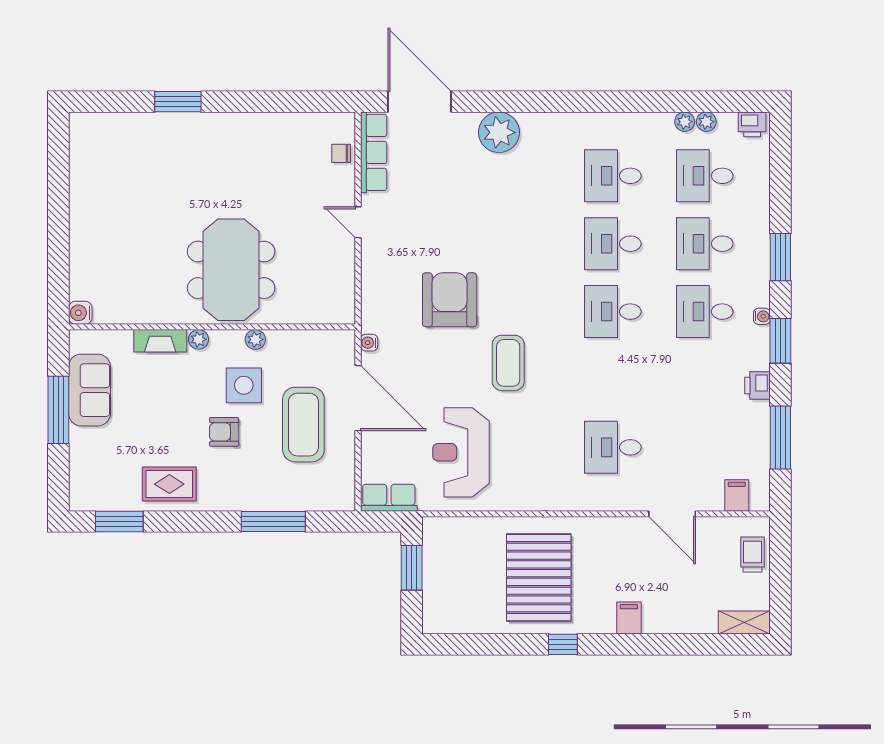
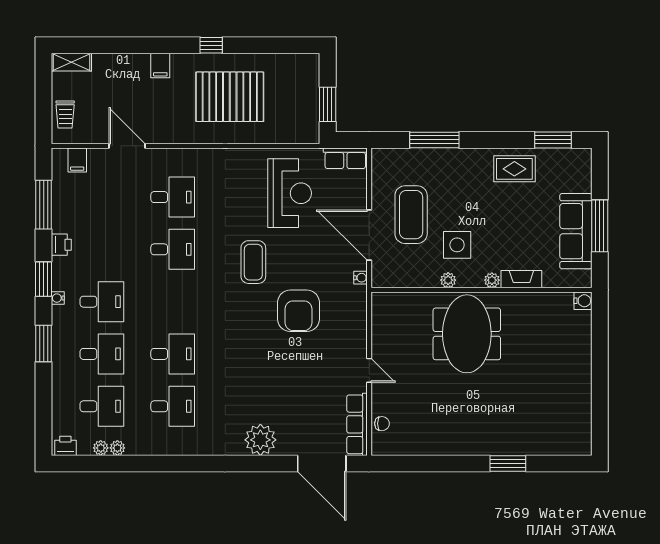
desk: (613, 312) -> (173, 249), moved
sofa: (89, 390) -> (576, 231), width x1.36
armchair: (224, 432) -> (472, 209), removed
pallet: (539, 578) -> (230, 97), turned 90

